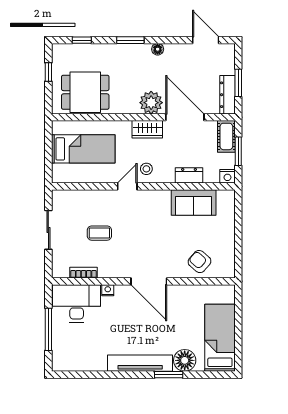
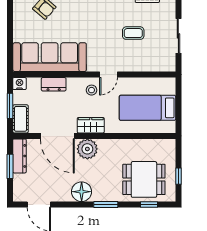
floor lamp: (158, 49) -> (82, 192), width x1.89, depth x1.89
dining table: (85, 92) -> (144, 179), moved
sofa: (194, 203) -> (50, 57), width x1.85, depth x1.27

